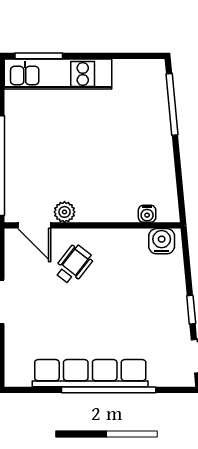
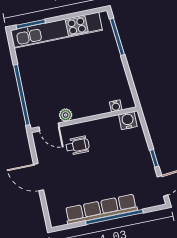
kitchen unit: (58, 74) -> (56, 30), width x1.36
wheelchair: (73, 264) -> (78, 146), turned 52

